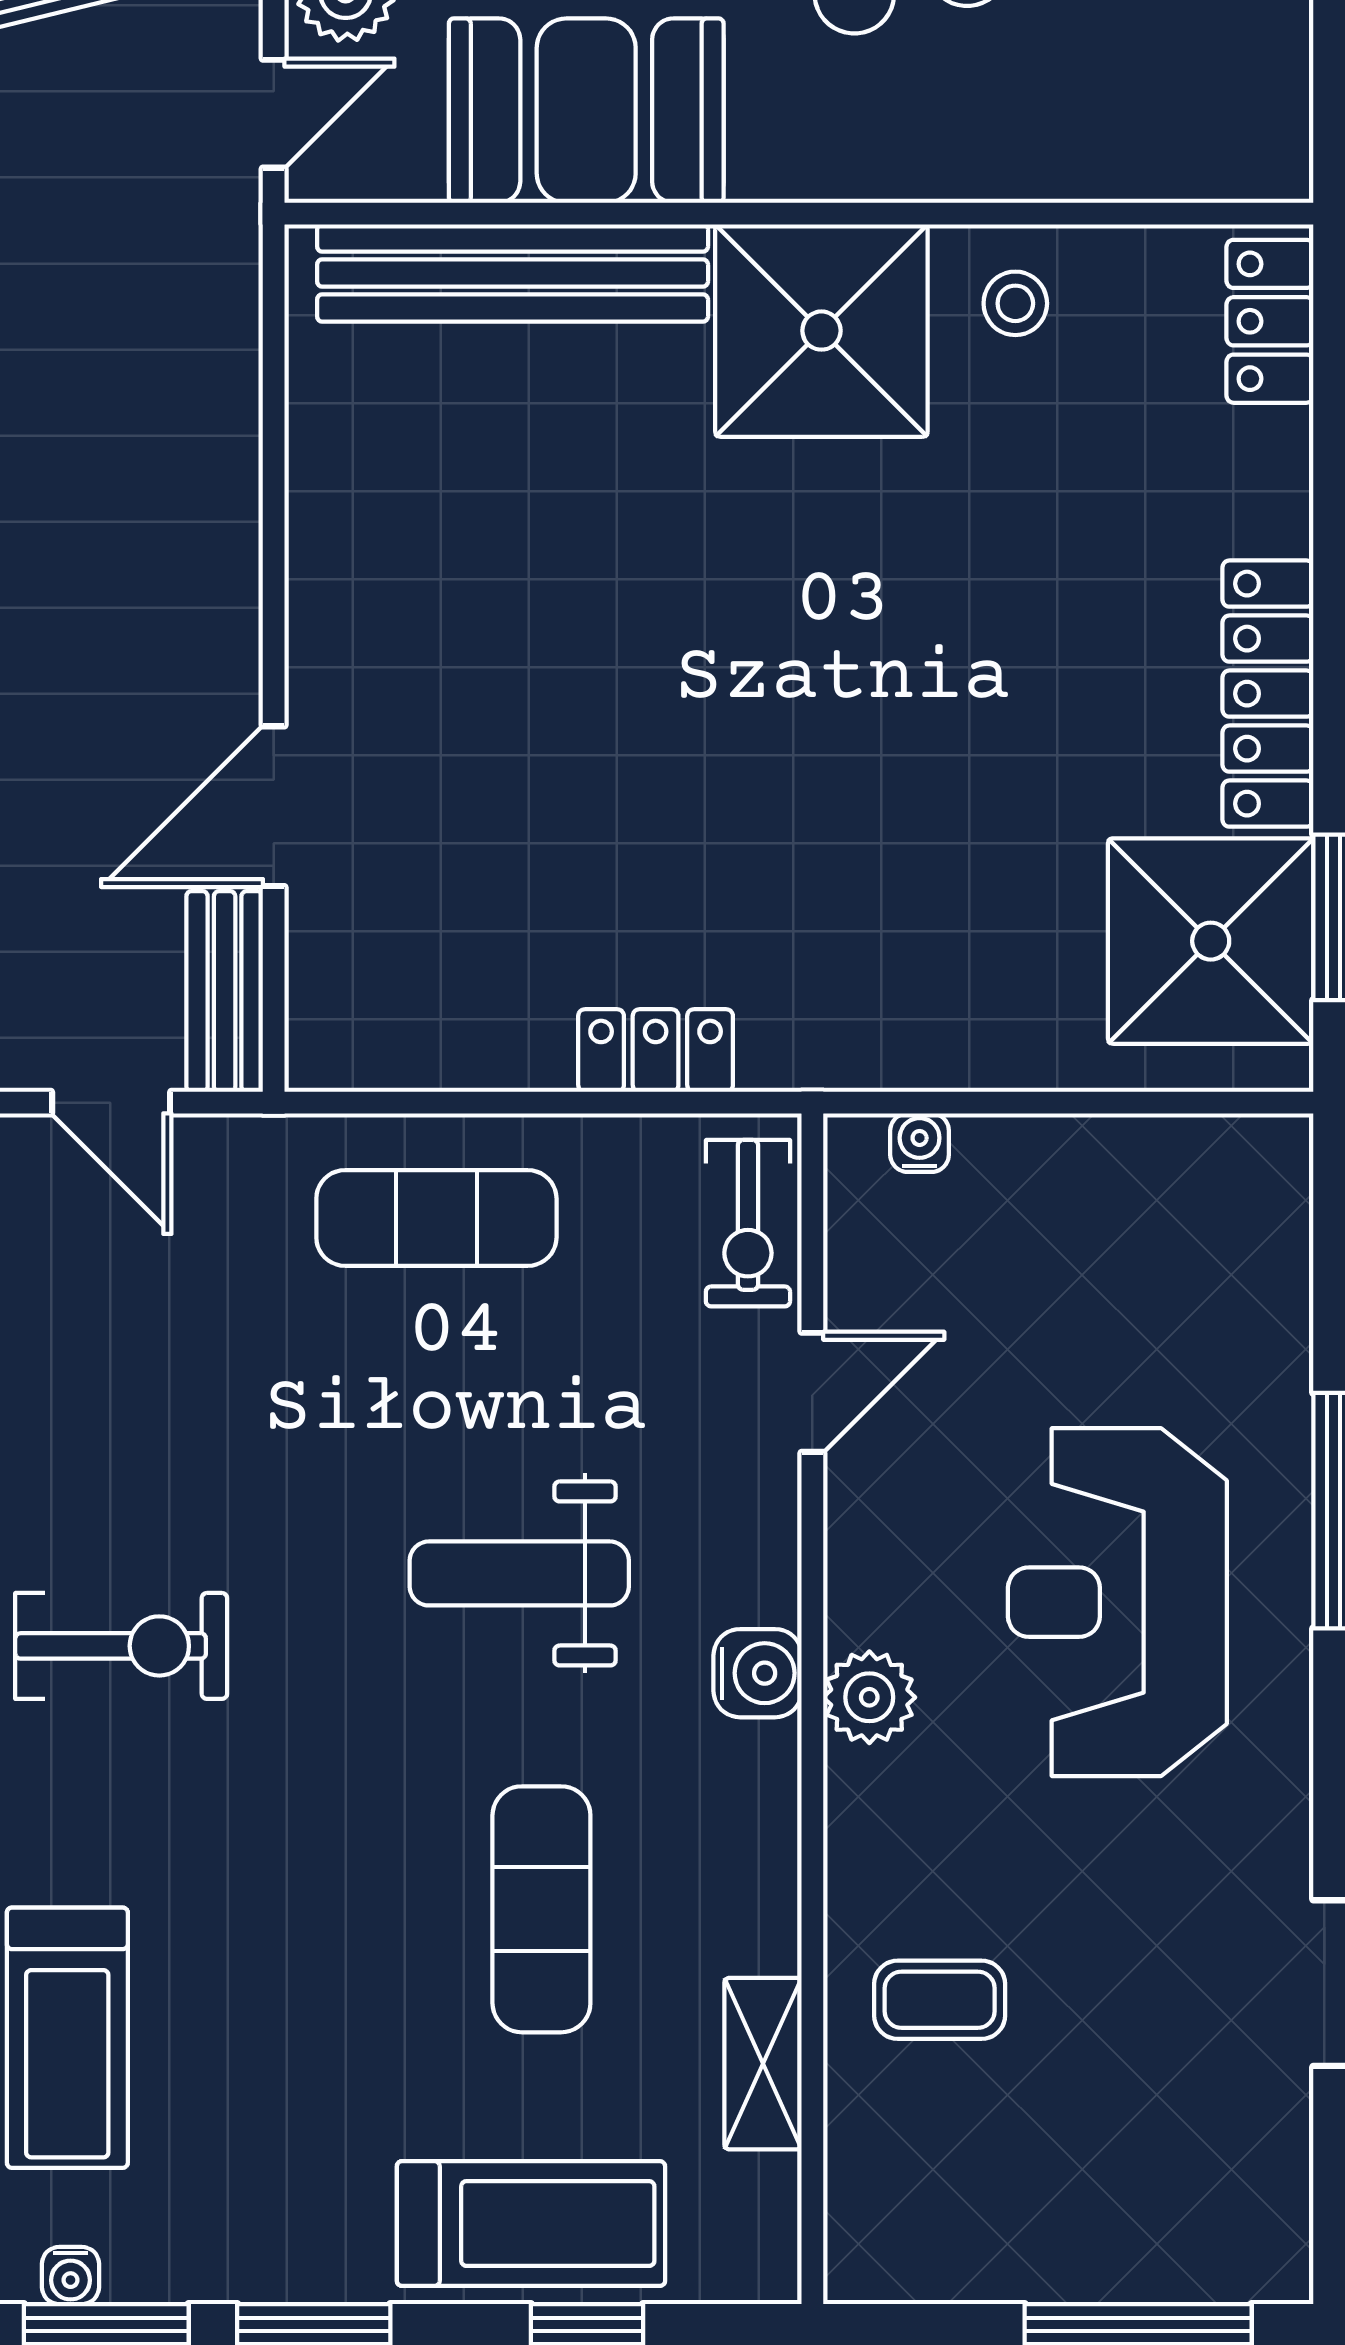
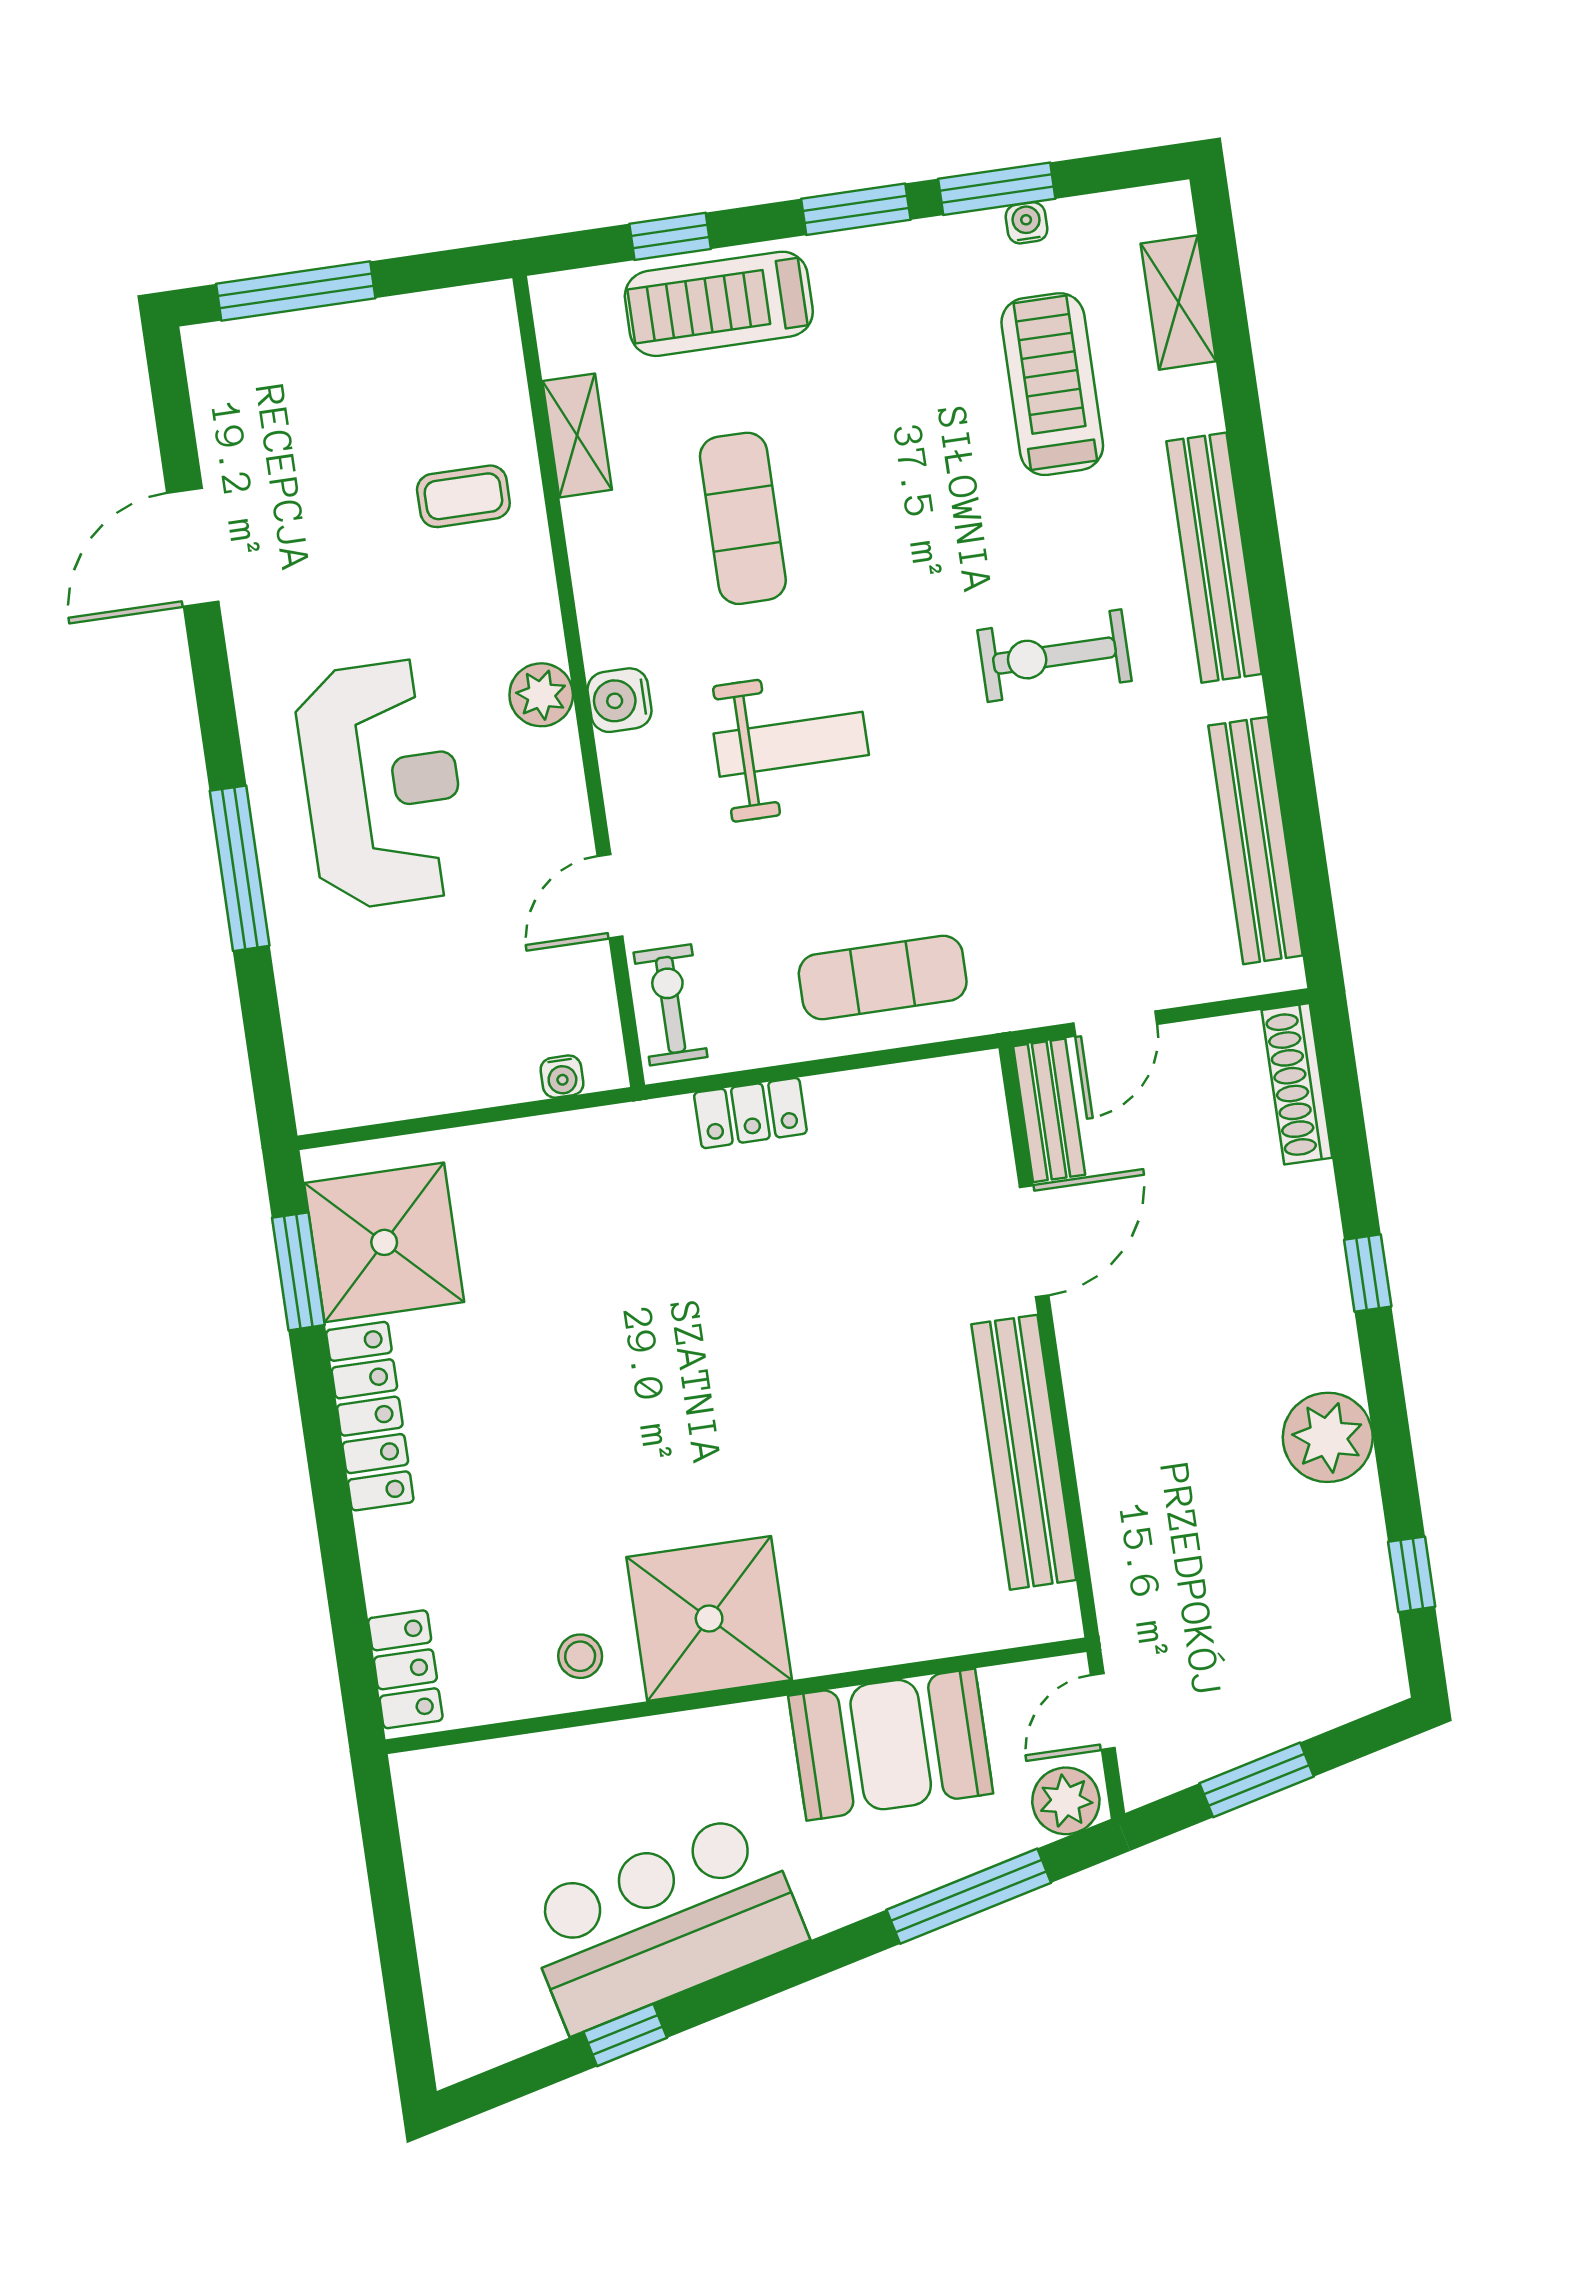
bench: (513, 273) -> (1024, 1452), moved, turned 90
door: (111, 1103) -> (1115, 1024), swing flipped

